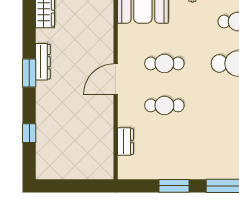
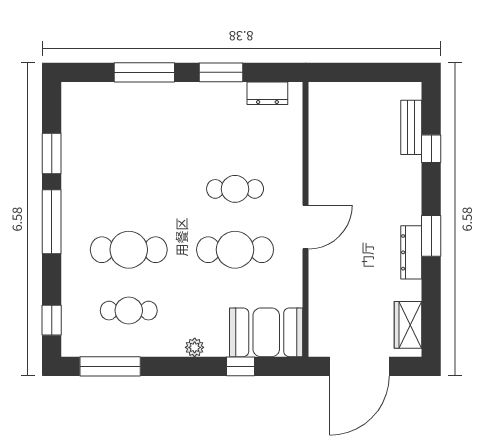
cafe table: (164, 63) -> (235, 250), width x1.37, depth x1.35
dresser: (126, 142) -> (267, 93), moved, turned -90
bench: (43, 148) -> (411, 127), added

